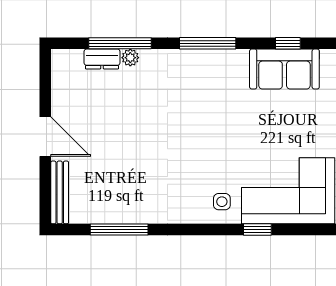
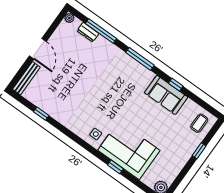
plant: (130, 58) -> (69, 18), moved
window: (119, 229) -> (41, 114), width x0.46
window: (257, 229) -> (115, 167), moved

